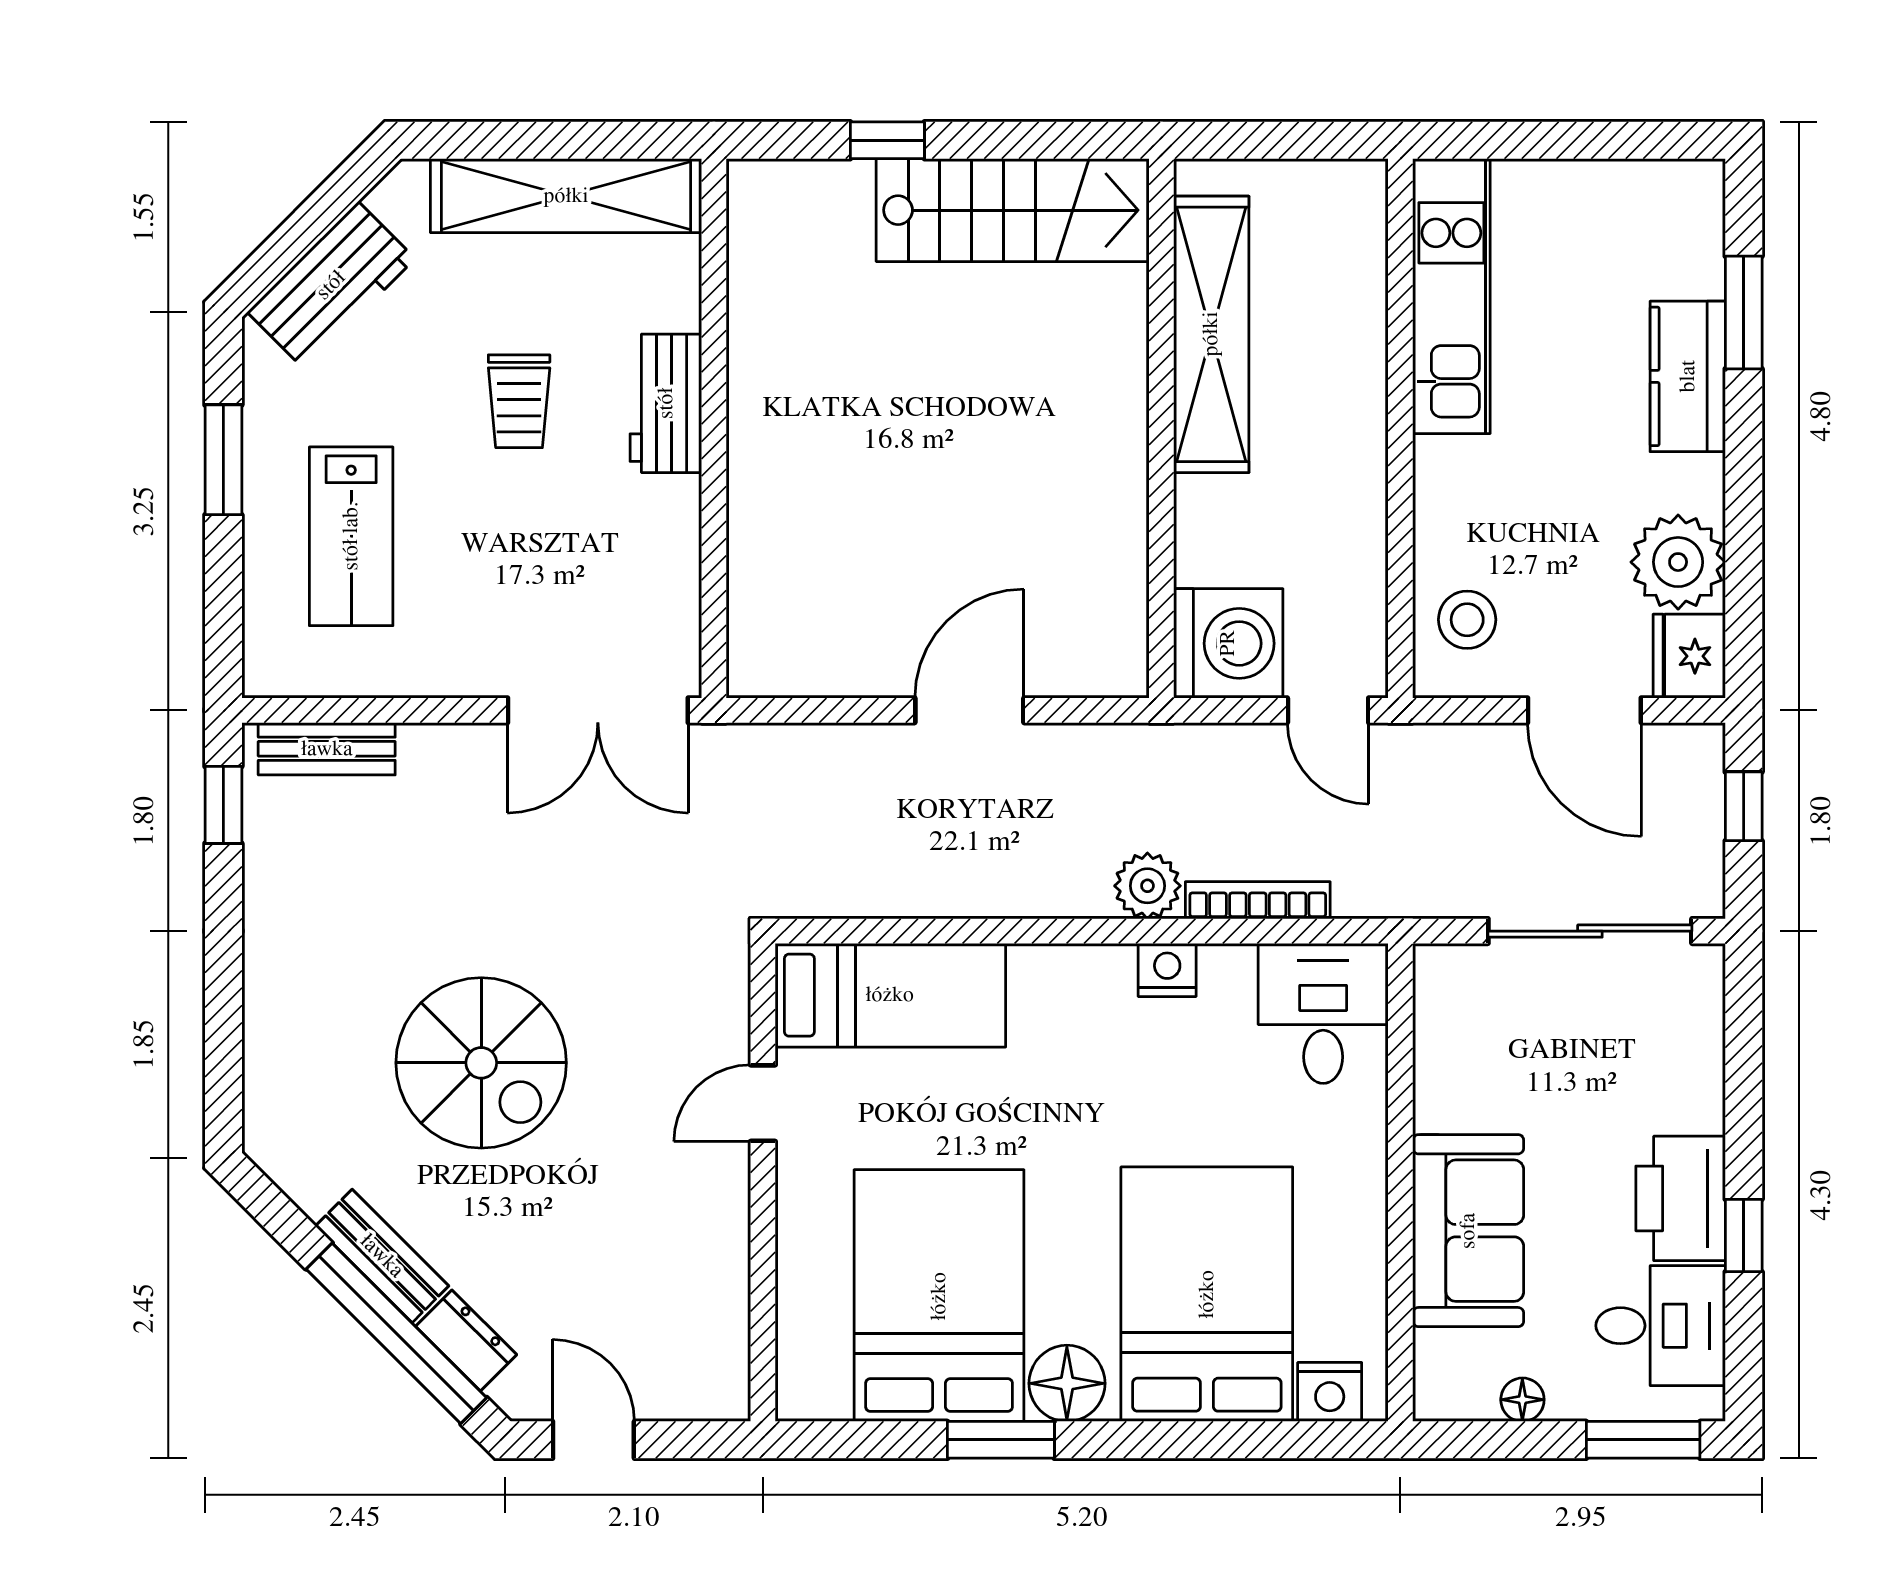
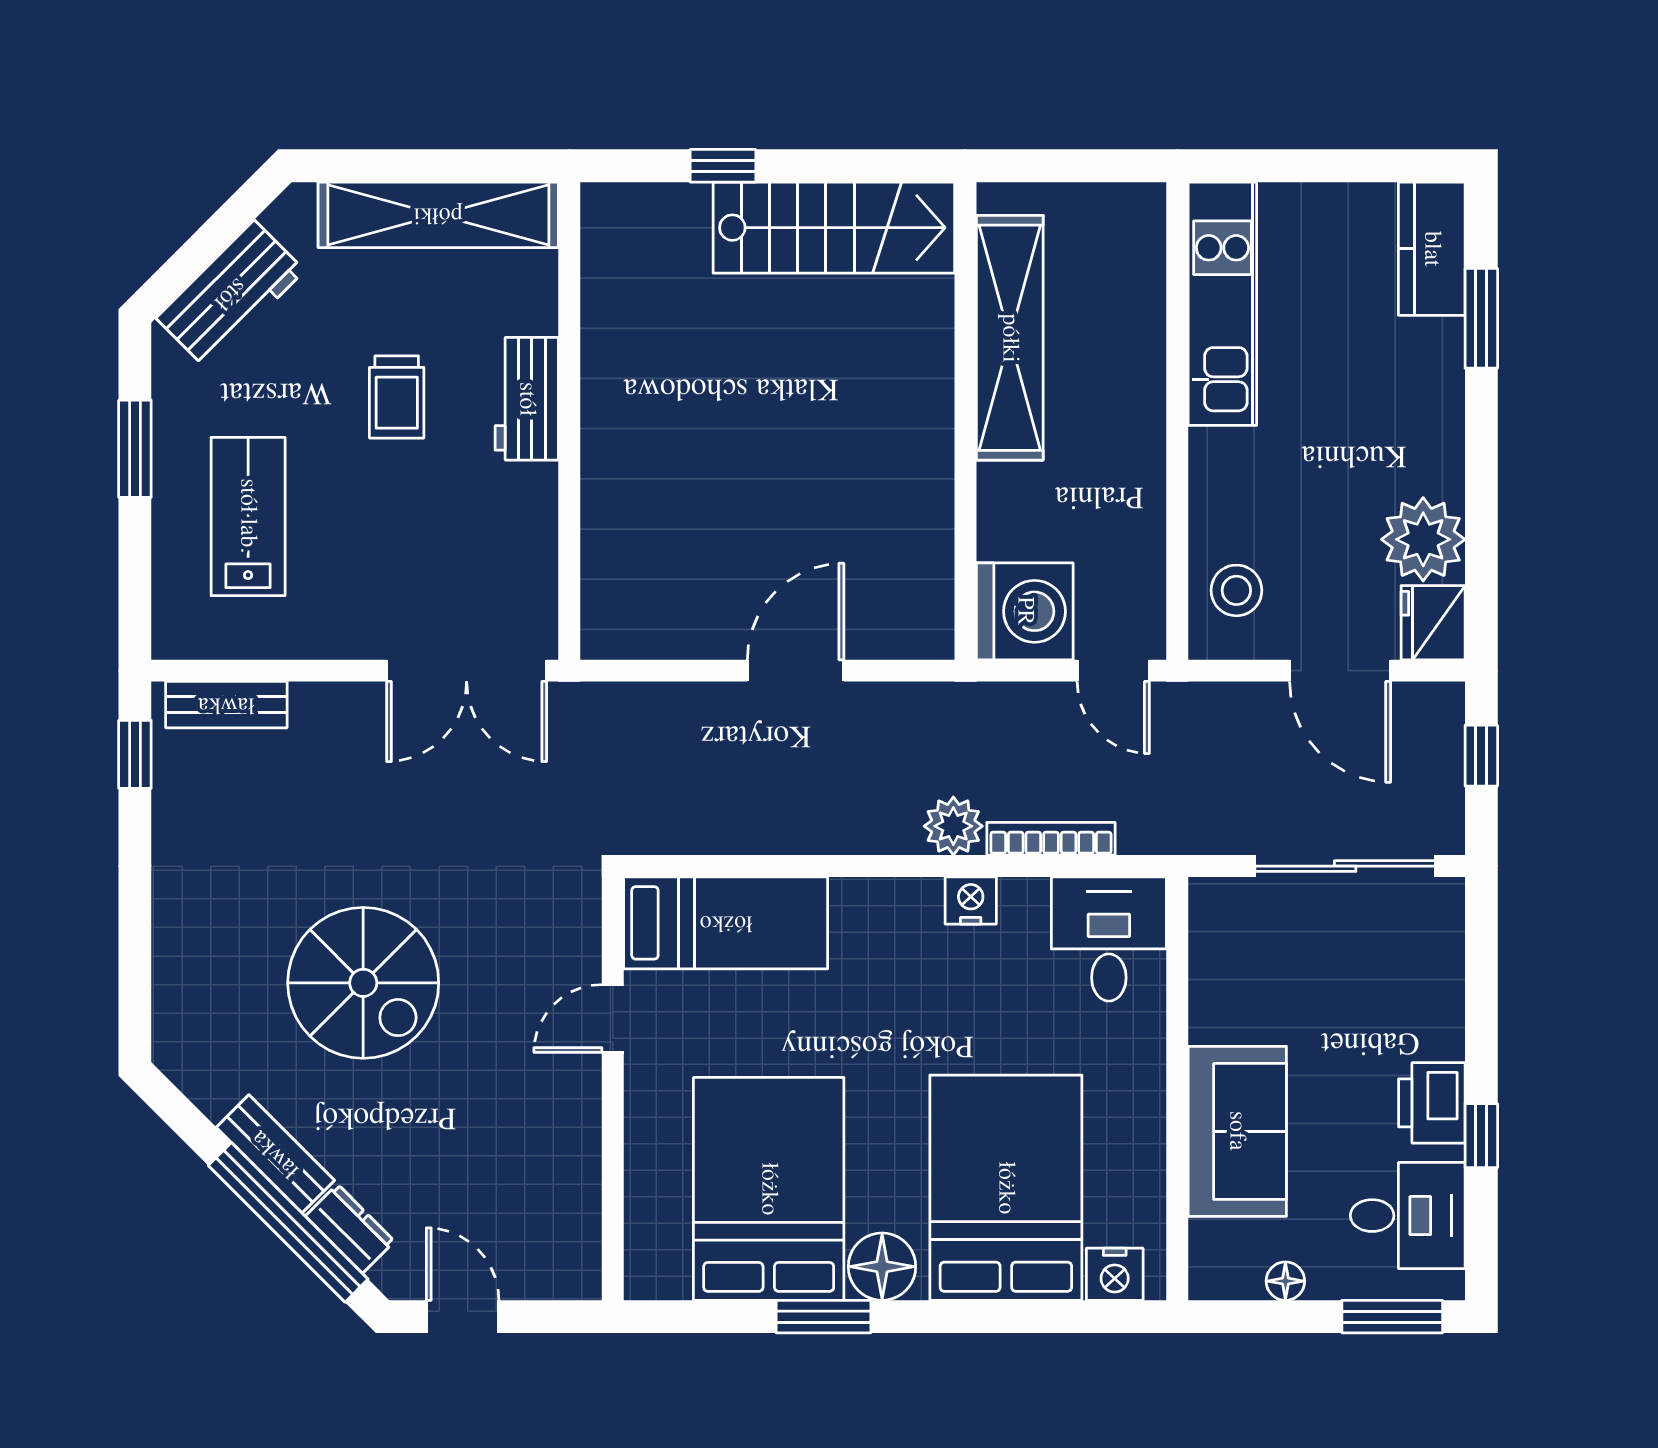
kitchen counter: (1688, 376) -> (1432, 249), moved
lab bench: (351, 536) -> (248, 516), turned 180
printer: (1681, 1198) -> (1432, 1103), width x0.73, depth x0.84

